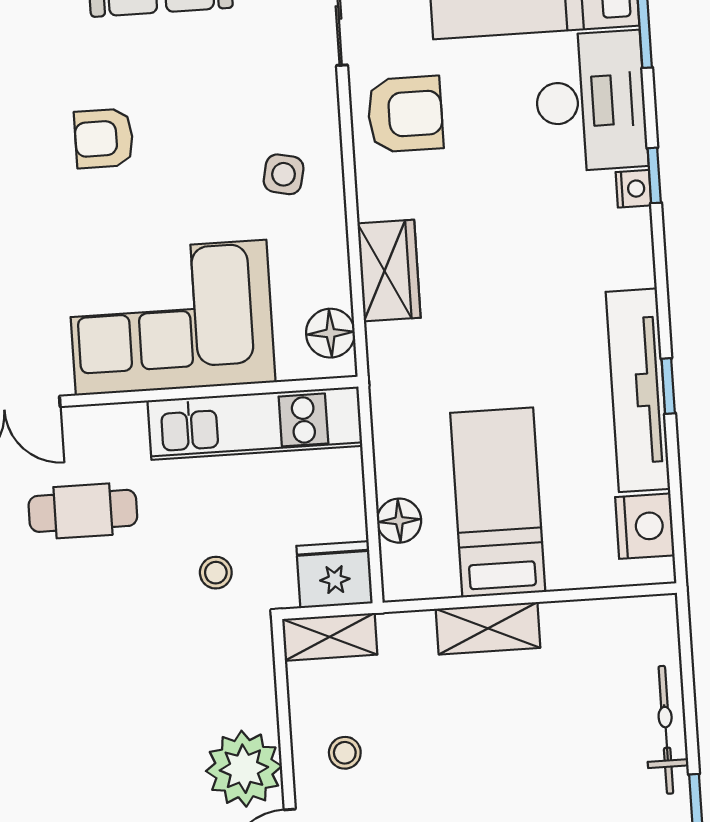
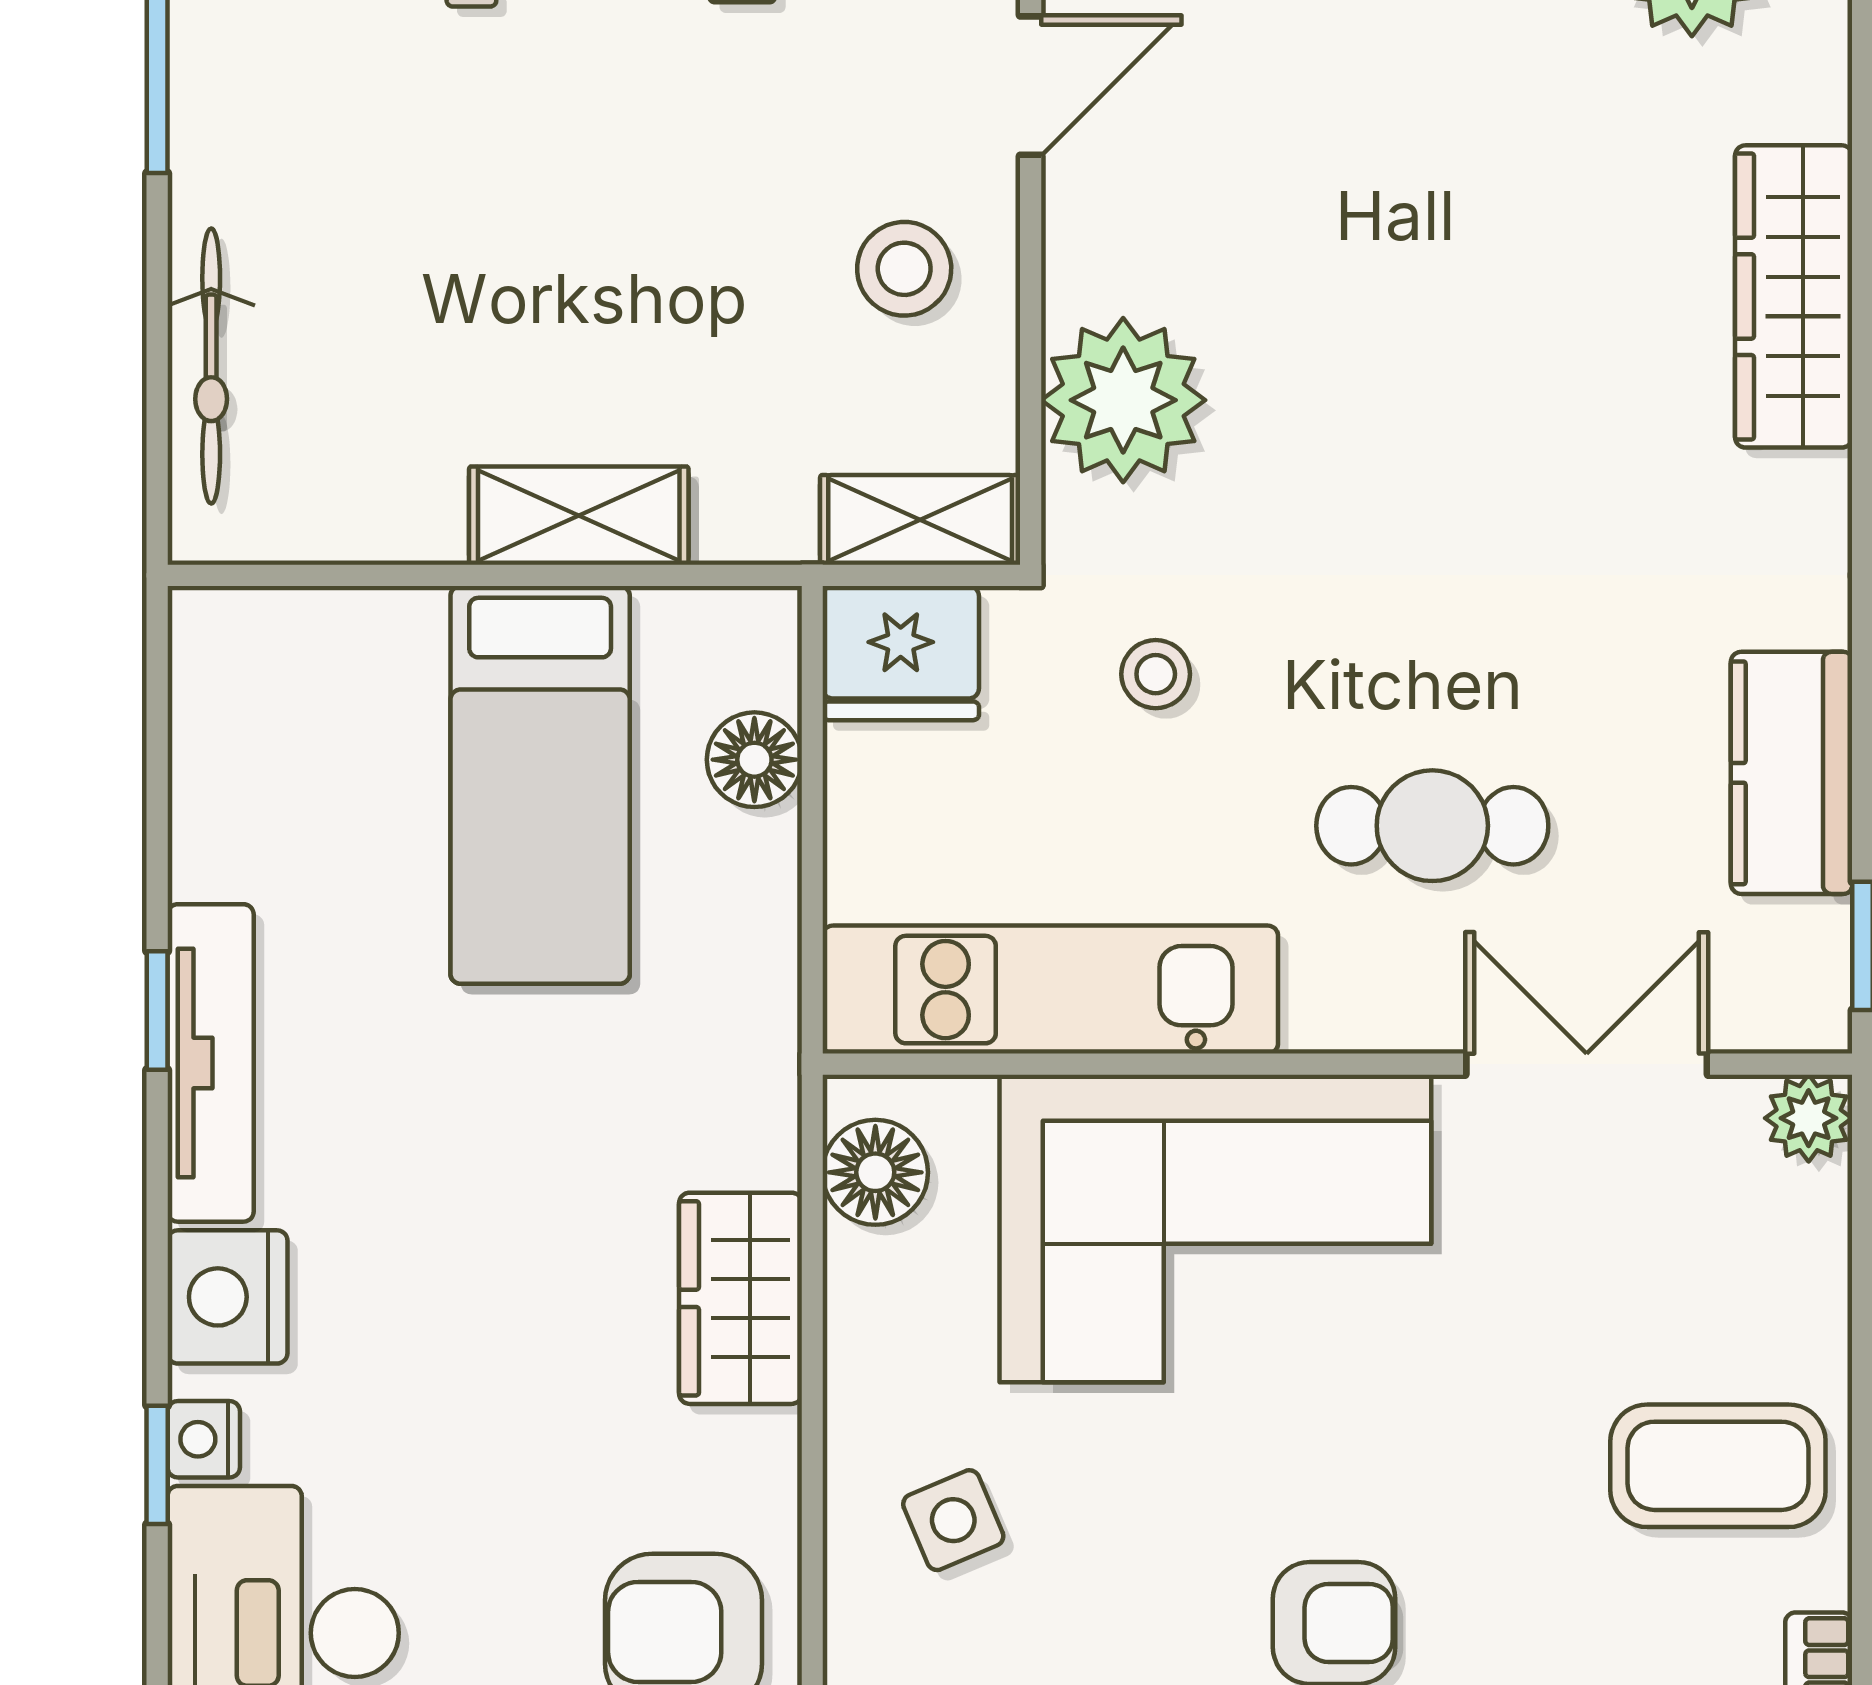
side table: (284, 174) -> (953, 1520), turned -35
tv unit: (638, 390) -> (211, 1063), width x0.73, depth x0.78
nightstand: (645, 526) -> (227, 1297), moved
bicycle: (666, 730) -> (211, 366), moved
stool: (345, 753) -> (904, 269), width x1.37, depth x1.37
plant: (244, 769) -> (1123, 400), moved

